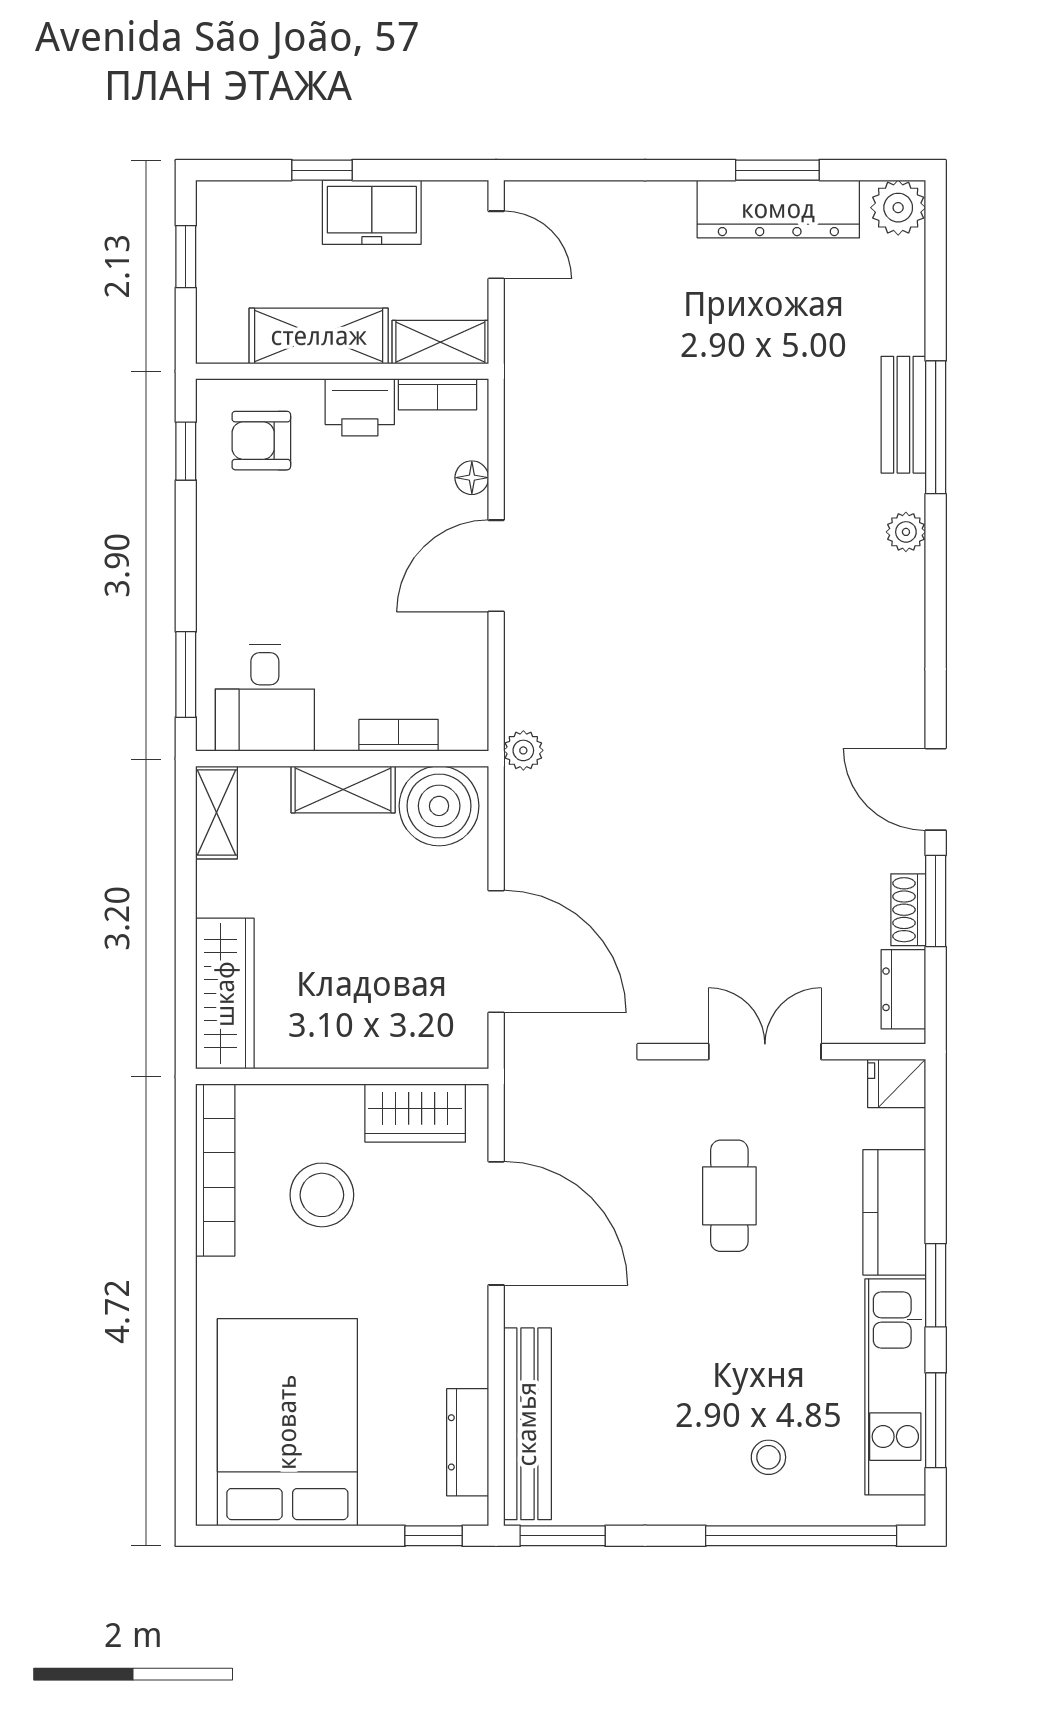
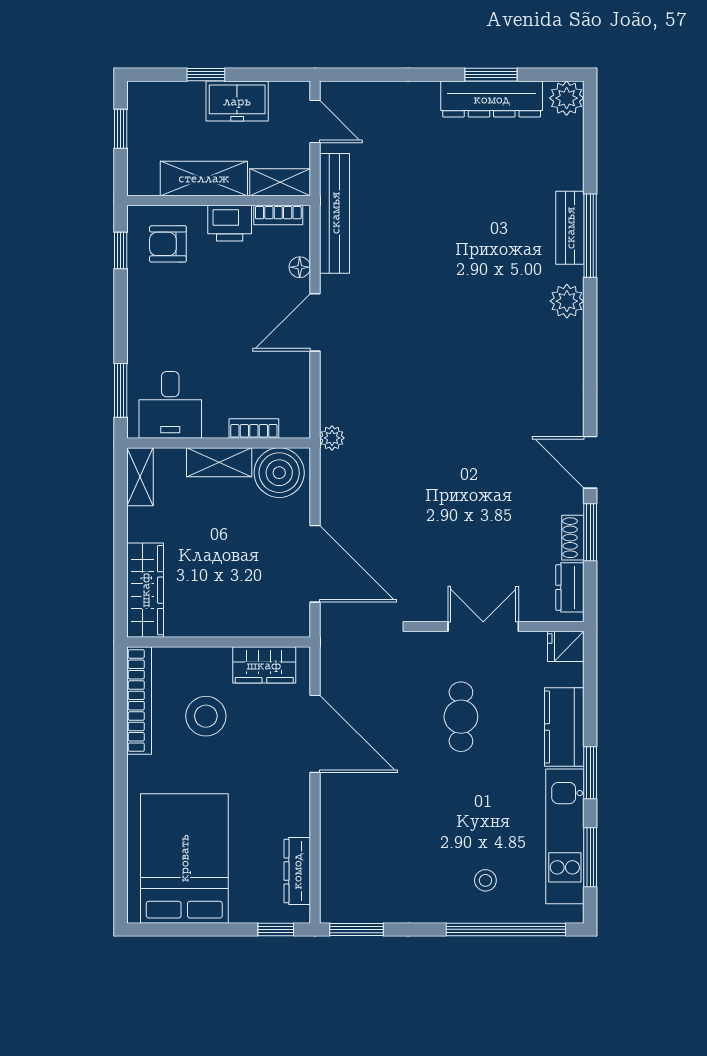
plant: (906, 532) -> (567, 301), width x1.38, depth x1.38
bench: (527, 1424) -> (335, 213), moved

